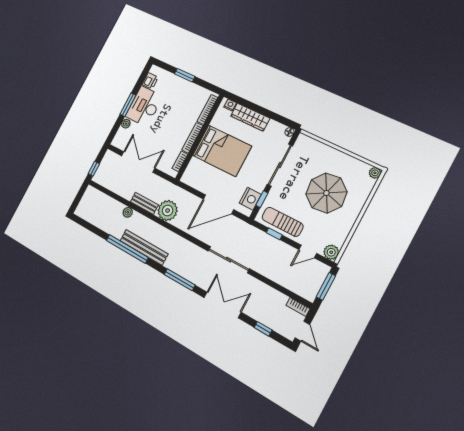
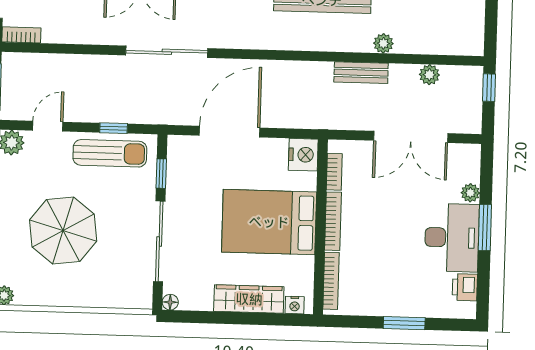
nightstand: (250, 199) -> (303, 155), moved, turned 180
plant: (168, 211) -> (429, 75), moved, width x0.53, depth x0.53

